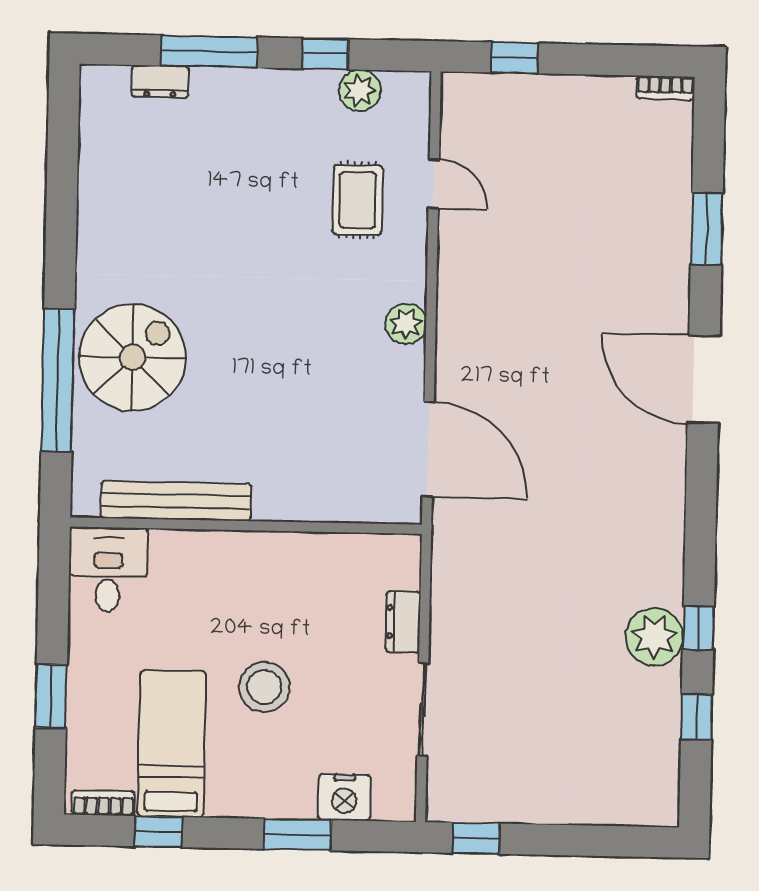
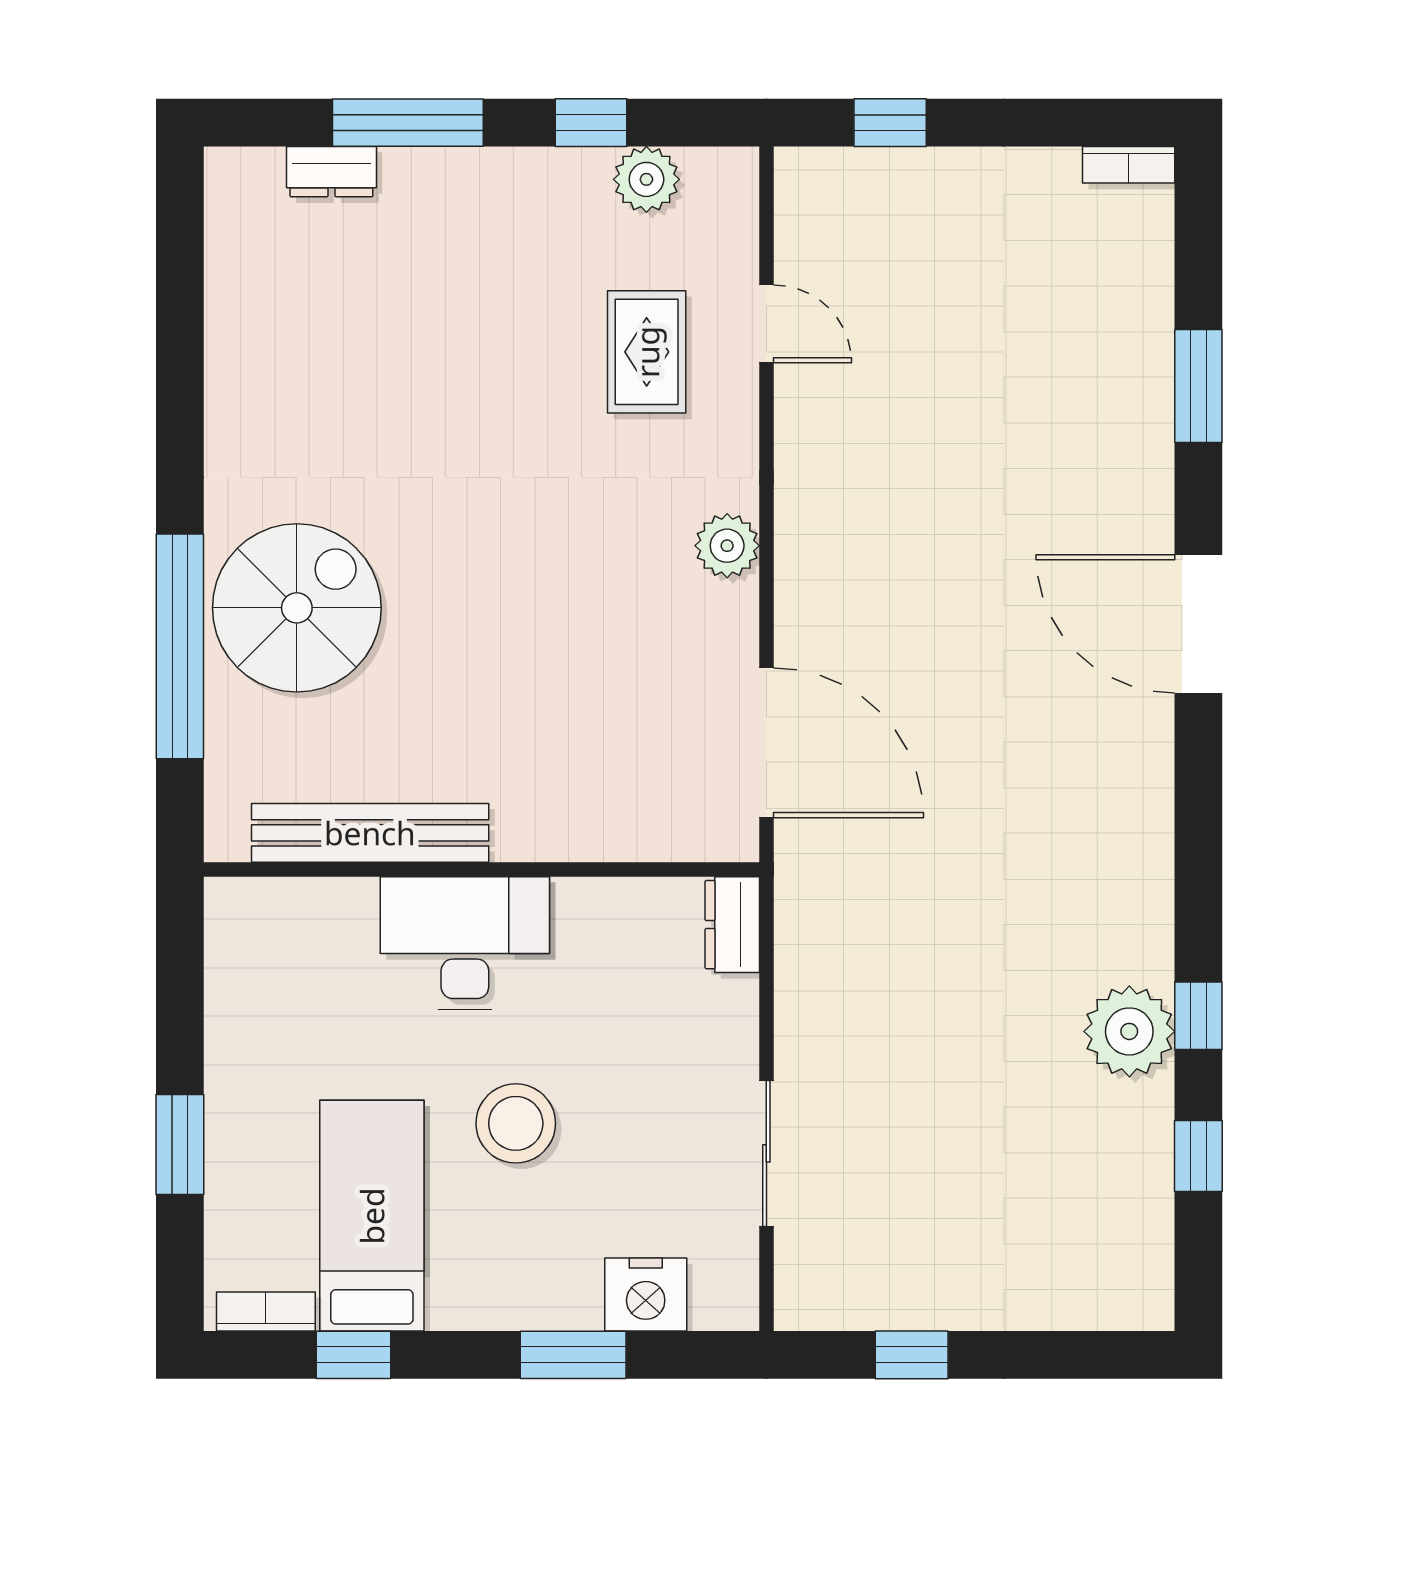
desk: (108, 569) -> (465, 943), moved, width x1.37
dresser: (403, 622) -> (732, 925), moved
window: (476, 838) -> (912, 1355), moved

